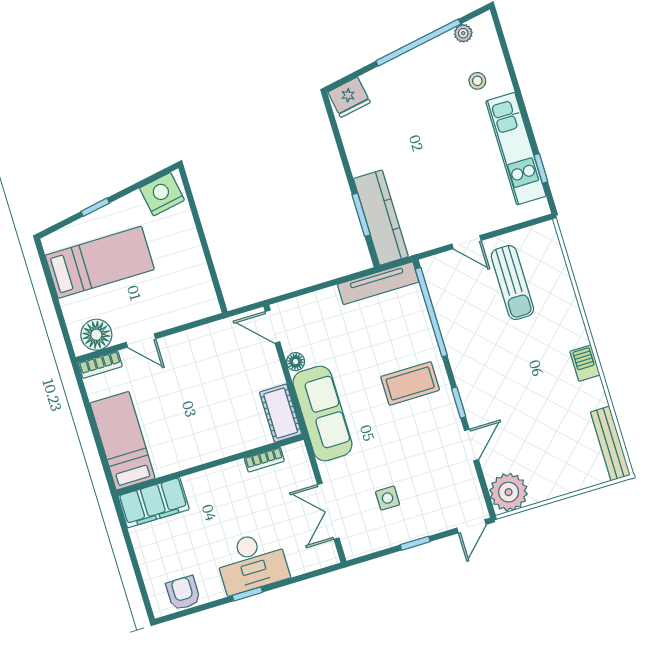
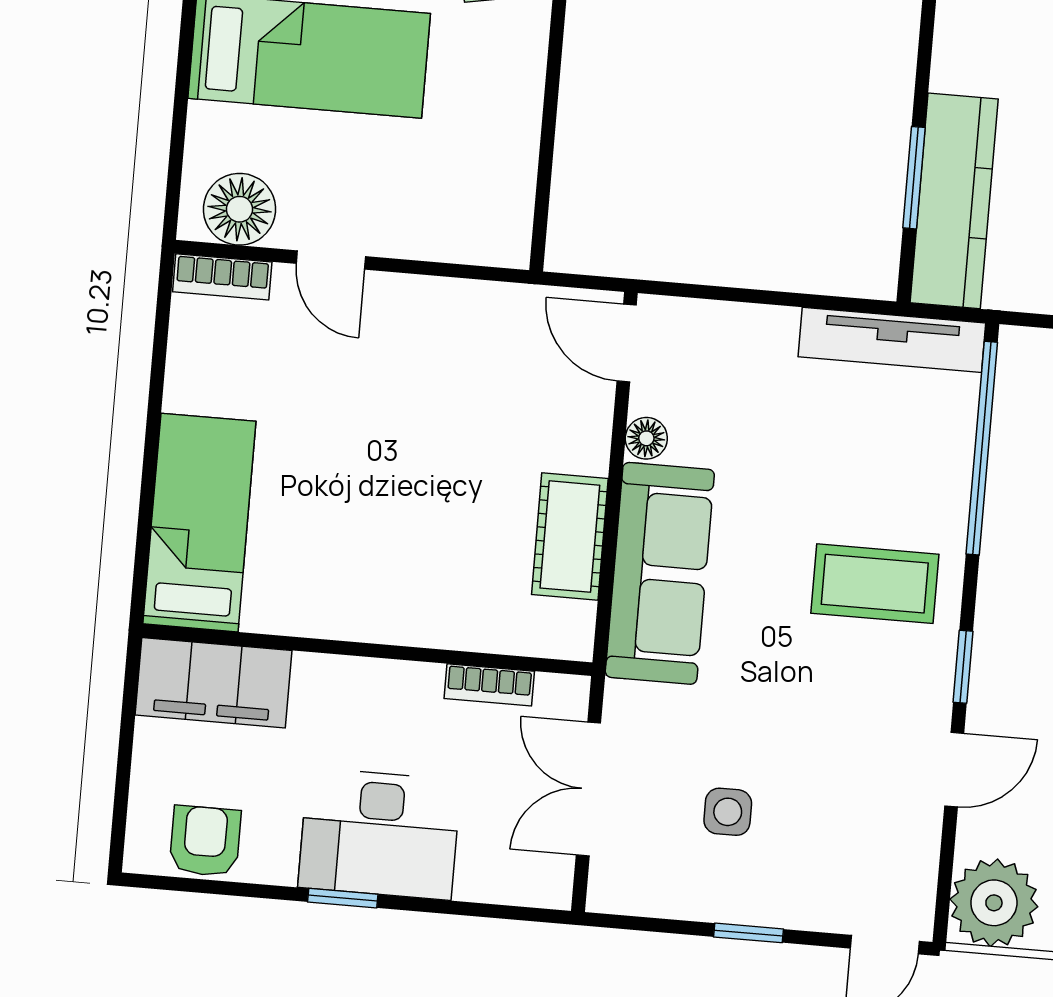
bed: (122, 441) -> (199, 523), moved
bookcase: (264, 460) -> (489, 685), moved
wall: (210, 465) -> (367, 650), moved
filing cabinet: (154, 503) -> (213, 683), moved

